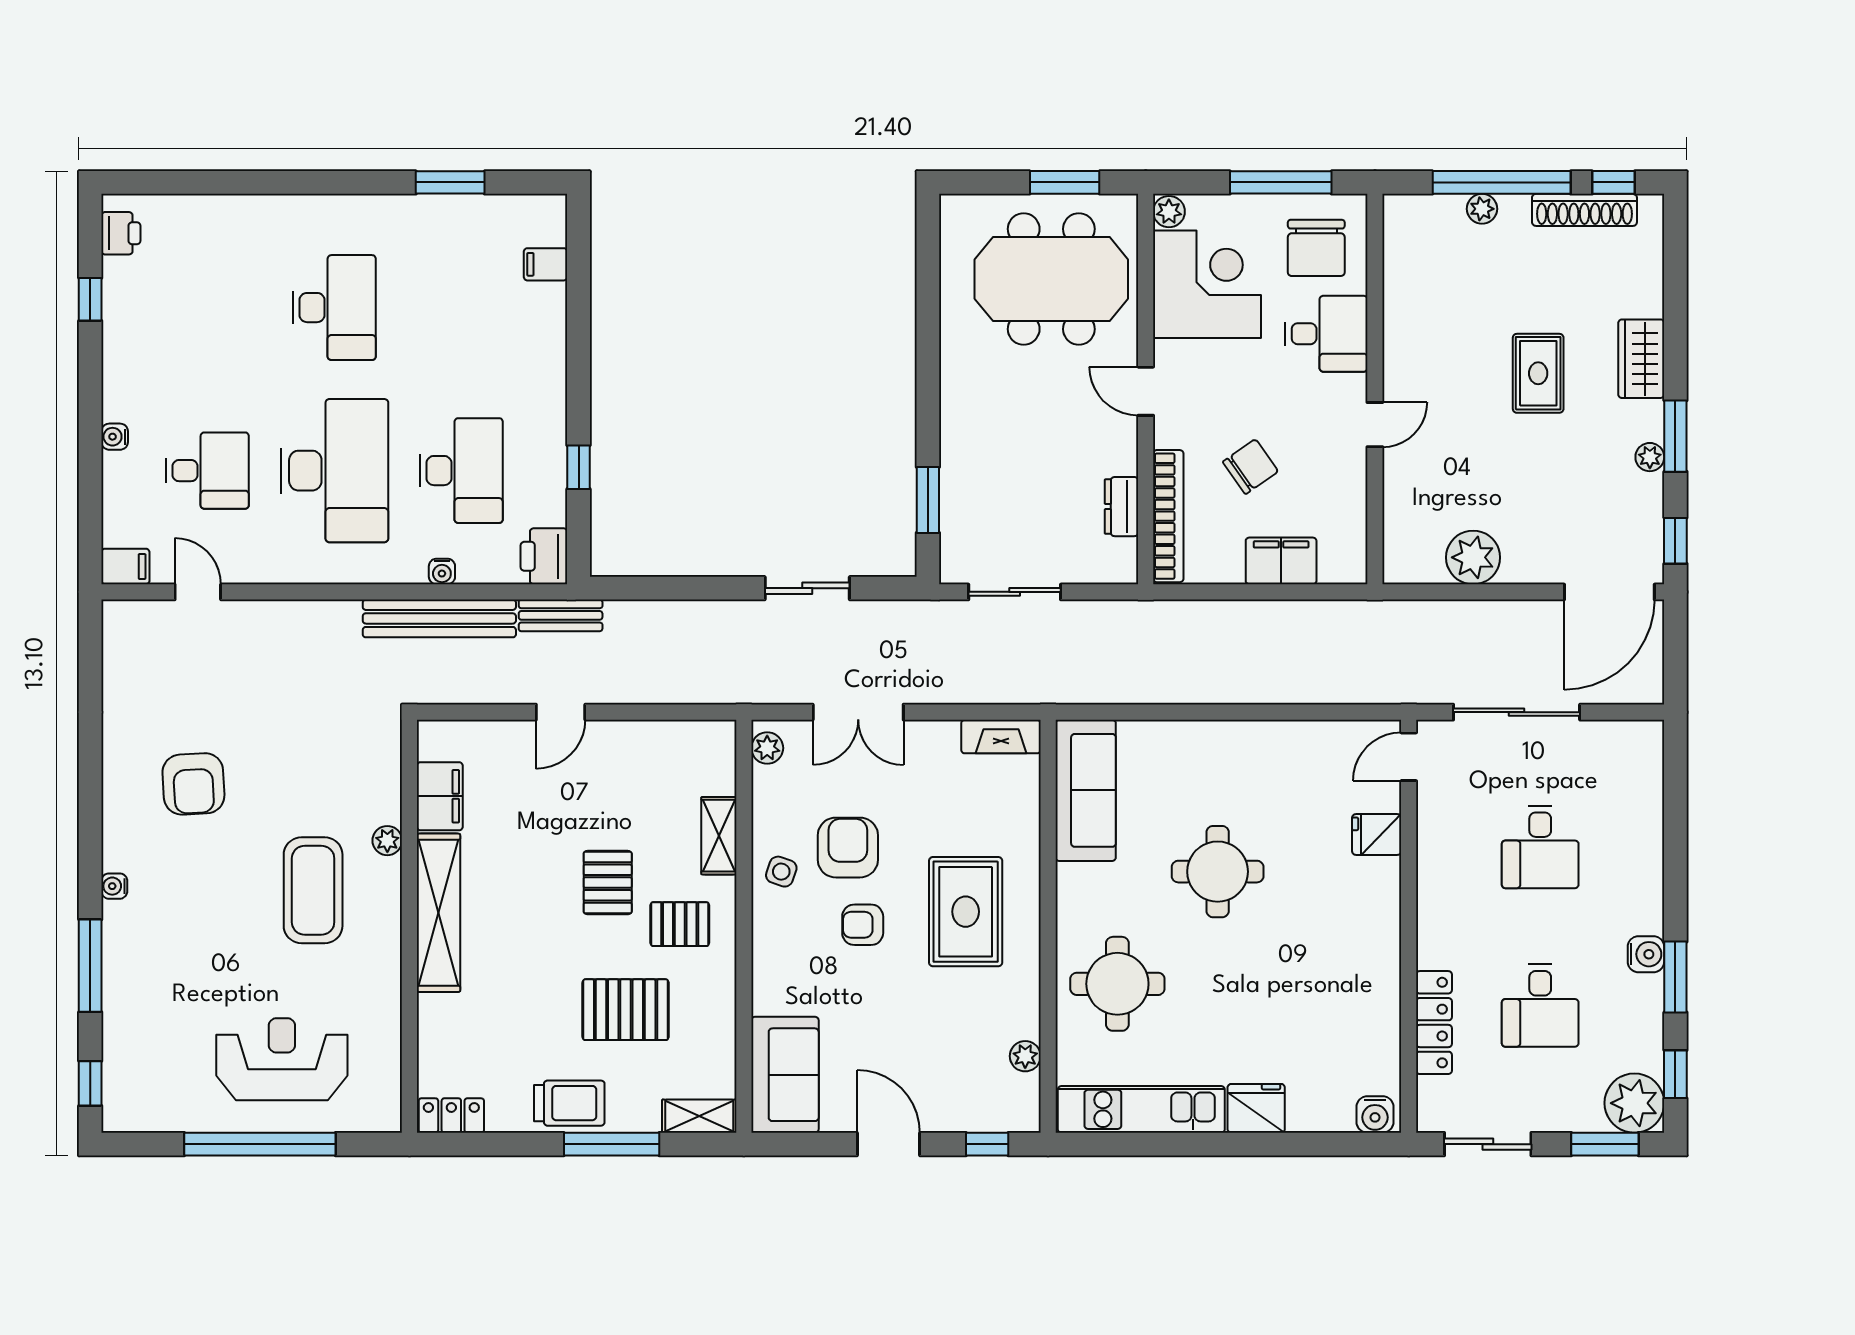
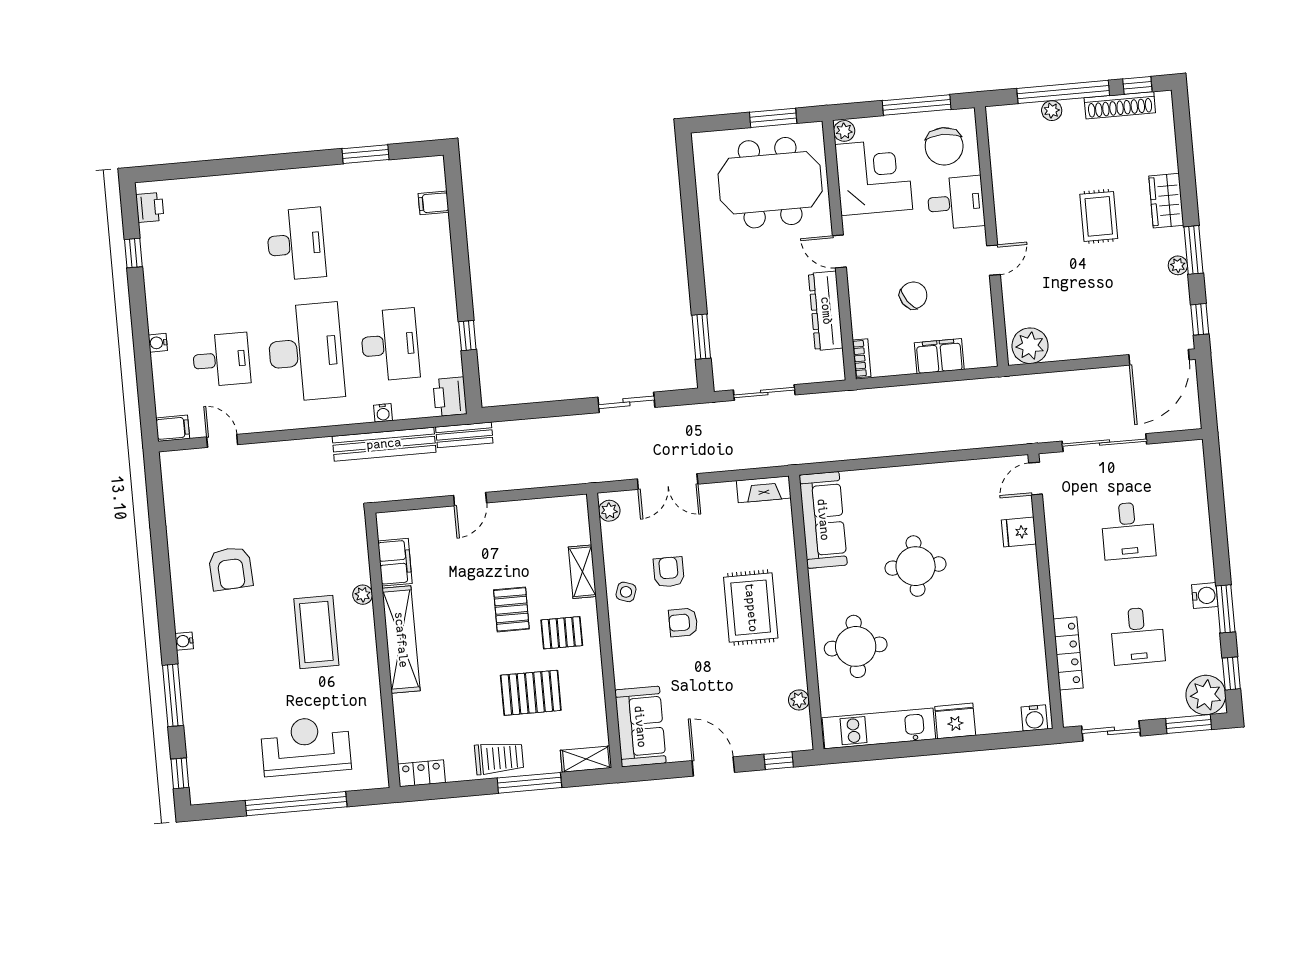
dresser: (1122, 507) -> (826, 311), width x1.96, depth x1.24
bookcase: (1168, 516) -> (862, 358), width x0.43, depth x0.76
plant: (1473, 557) -> (1030, 346), moved
armchair: (848, 848) -> (669, 572), width x0.72, depth x0.72

